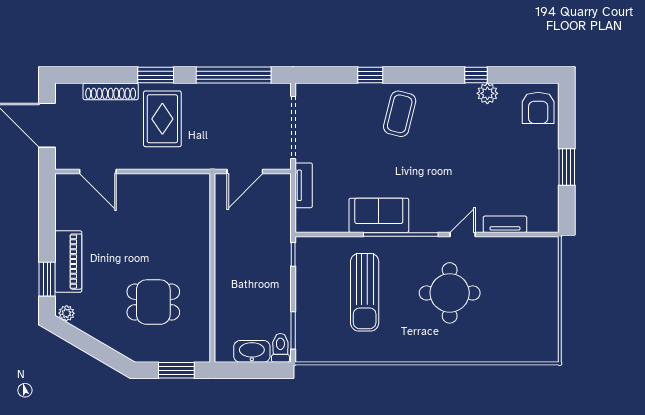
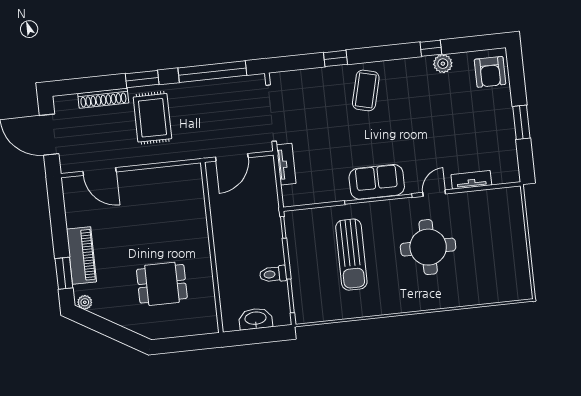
sofa: (379, 215) -> (377, 182), moved
toilet: (280, 348) -> (273, 274), moved, turned -90
window: (176, 370) -> (189, 343), removed

